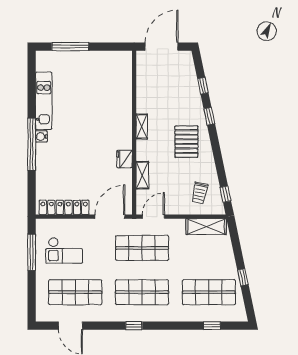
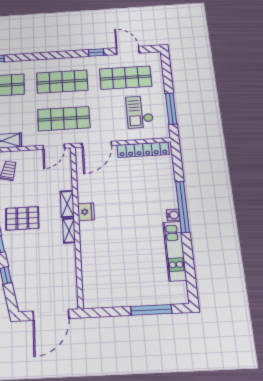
pallet: (186, 142) -> (22, 218), turned 90
fridge: (125, 159) -> (86, 212), moved
shelving: (142, 175) -> (67, 204), moved
checkout: (64, 250) -> (140, 112), turned -90
window: (134, 326) -> (96, 53), moved

